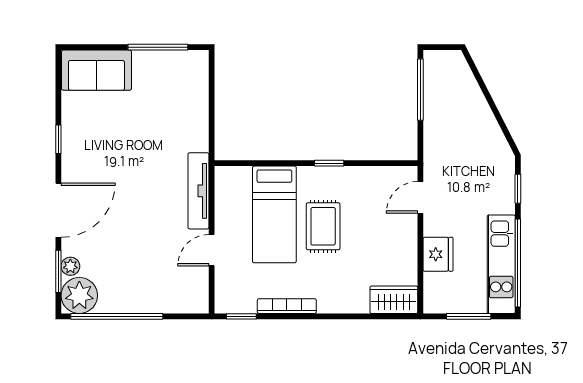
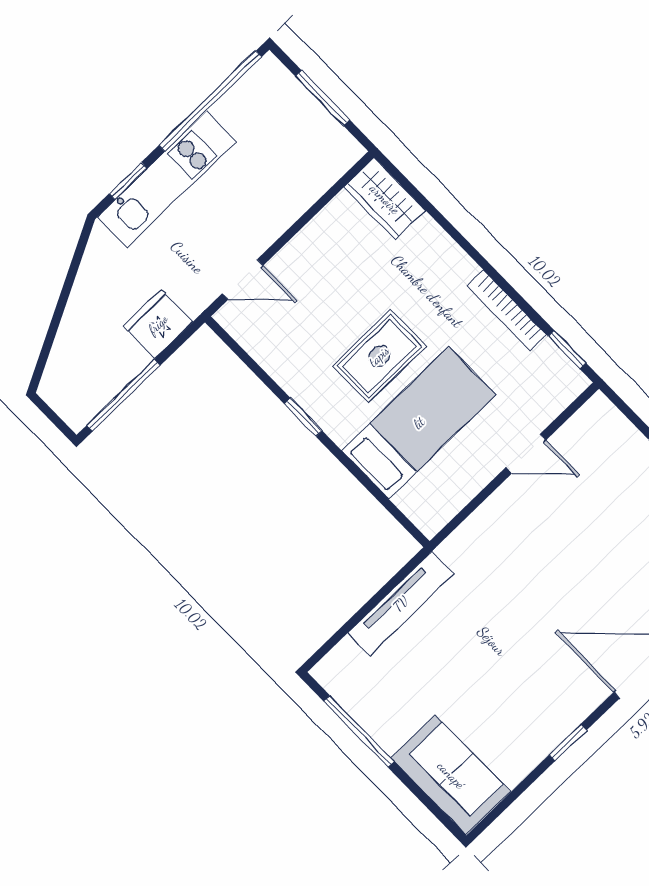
tv unit: (198, 191) -> (401, 604), moved
fridge: (438, 254) -> (158, 324), moved
kitchen unit: (501, 264) -> (167, 179), moved

